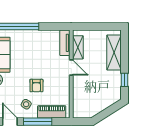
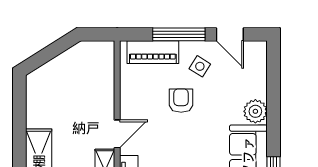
door: (71, 67) -> (117, 134), swing flipped
window: (124, 80) -> (19, 111), removed

